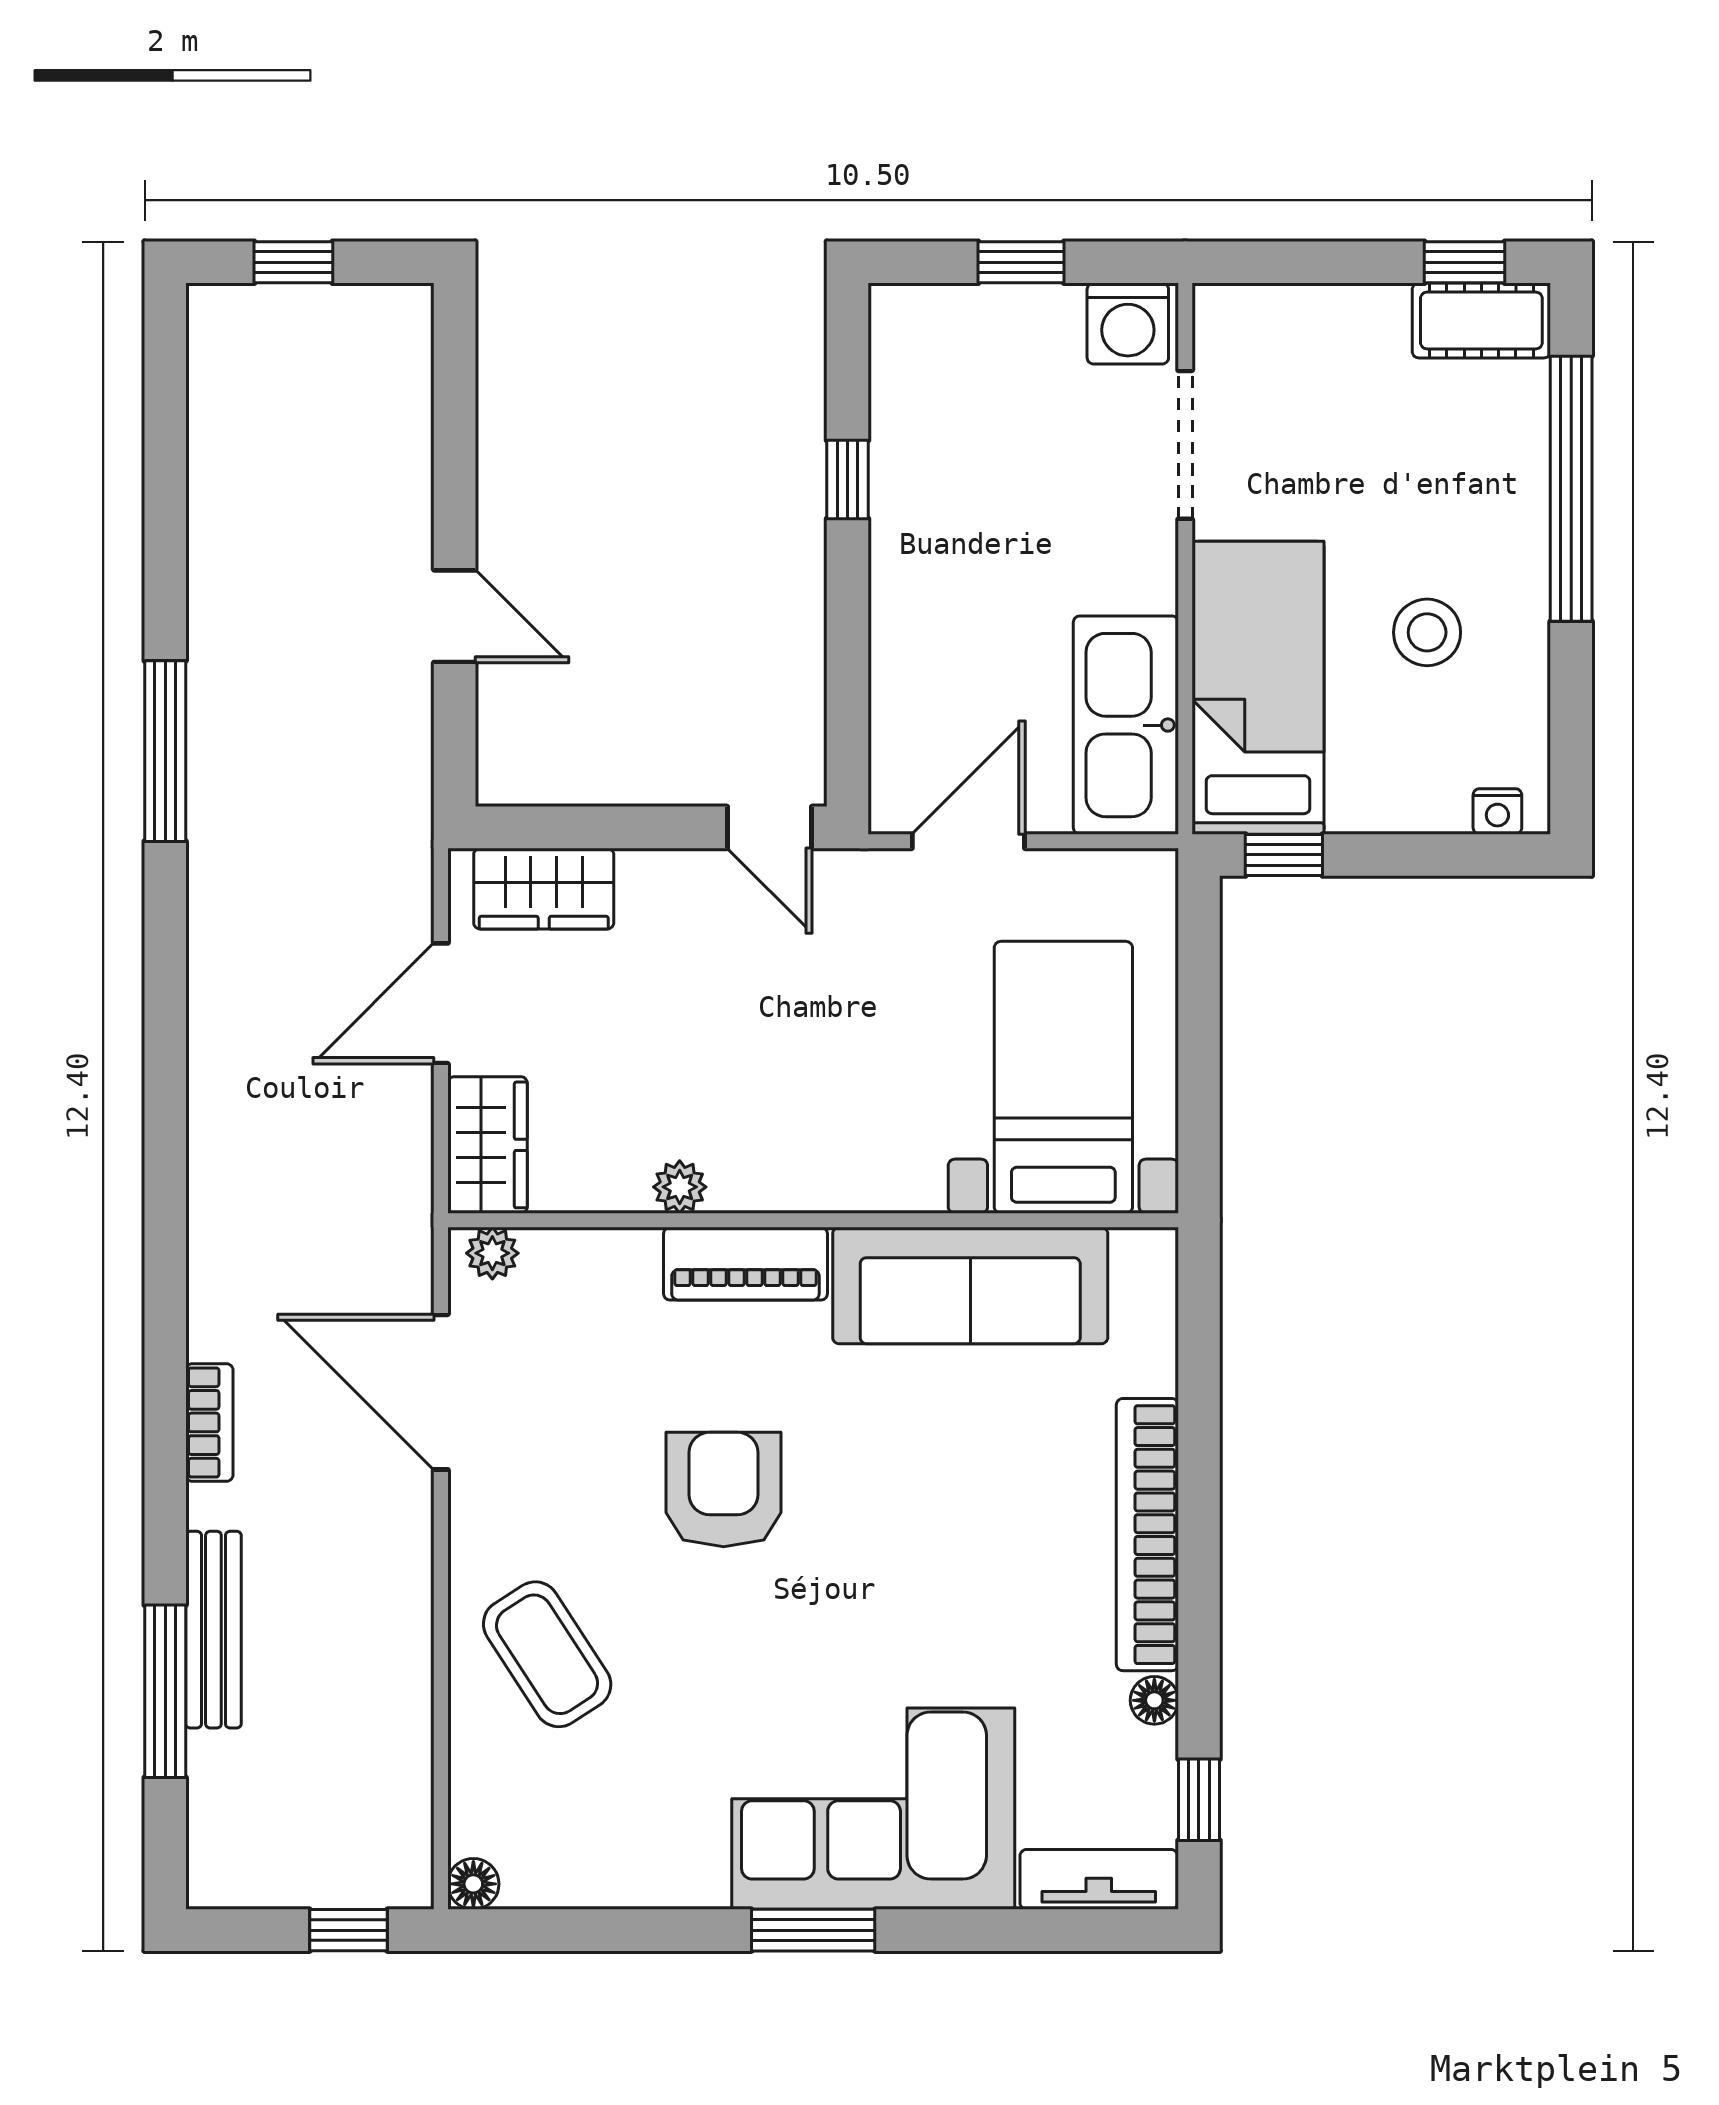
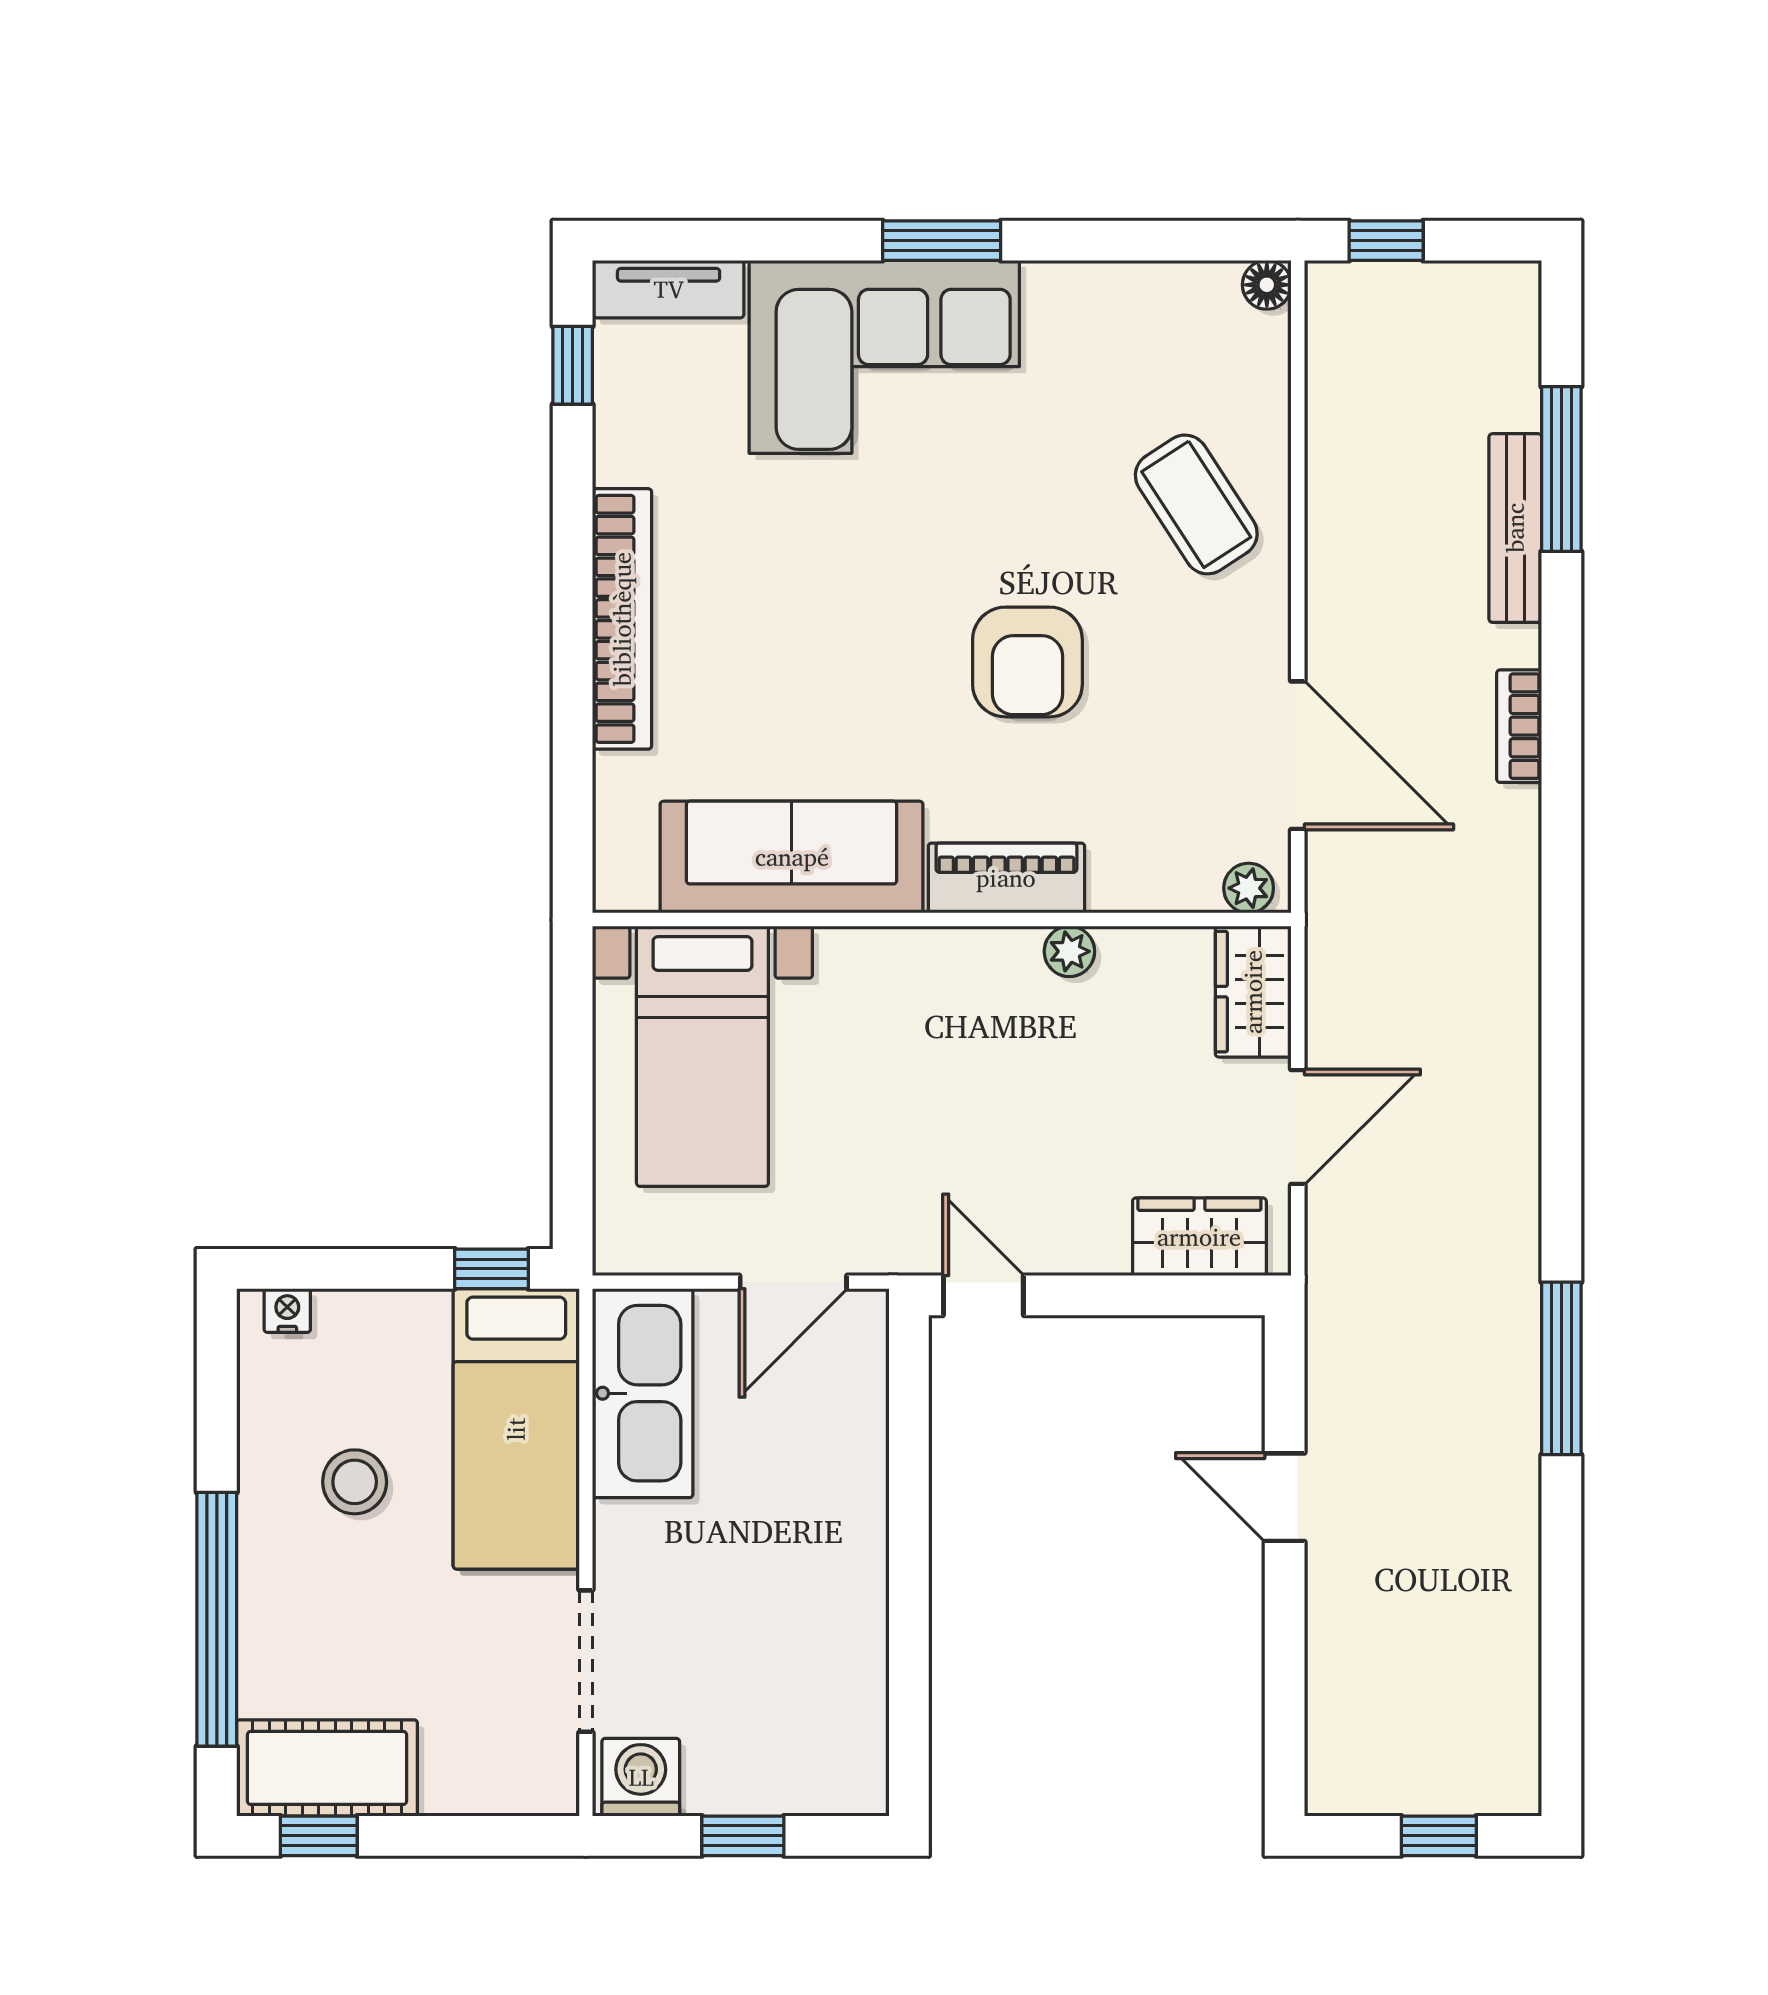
cot: (1481, 320) -> (327, 1768), width x1.37, depth x1.34
window: (848, 480) -> (909, 1628), removed
floor lamp: (1154, 1700) -> (615, 460), removed

